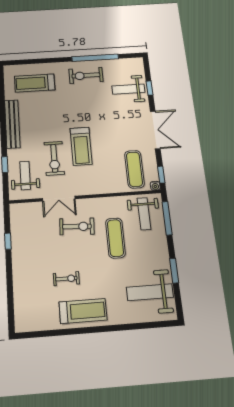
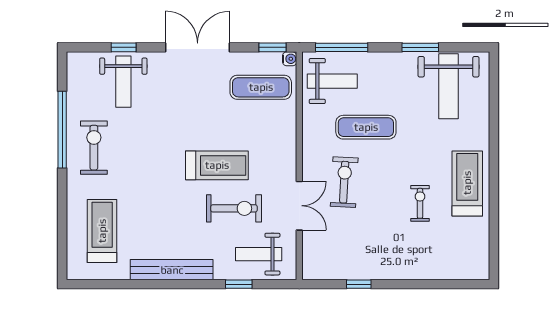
exercise bike: (86, 75) -> (94, 148), turned 180
treadmill: (35, 83) -> (102, 231), turned 180

